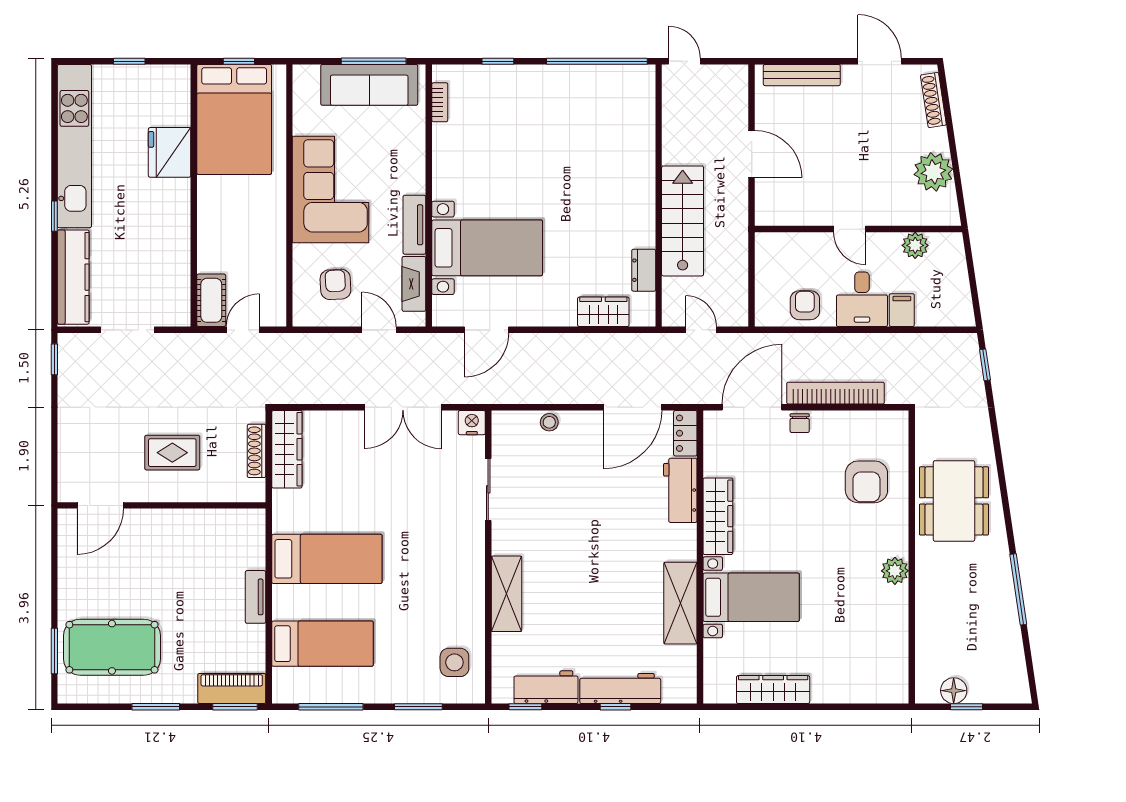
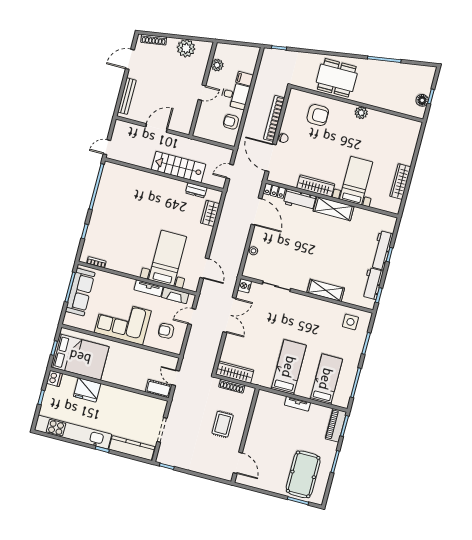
dishwasher: (176, 78) -> (54, 378), added
shelving: (680, 603) -> (334, 209), moved

